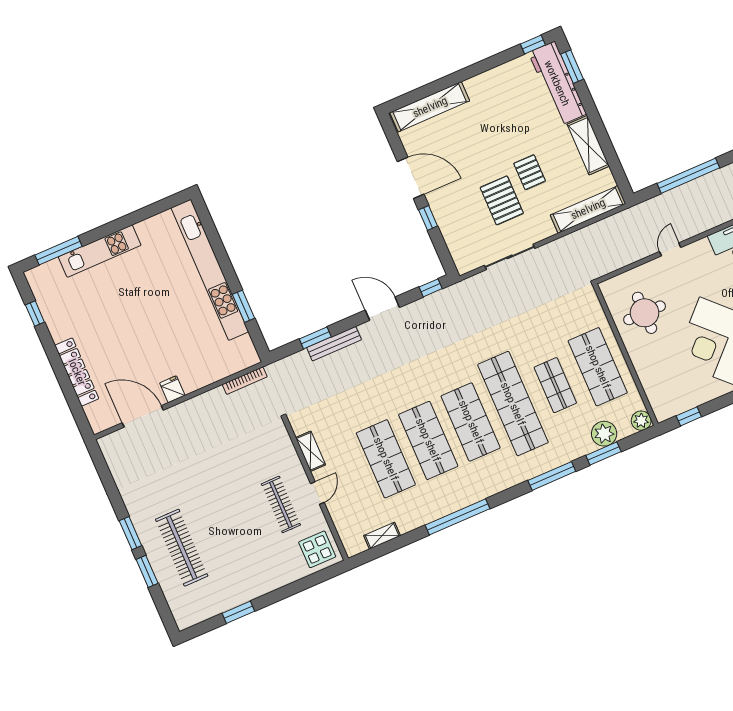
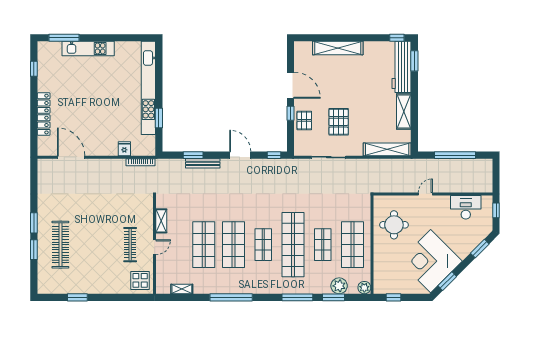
shelving: (430, 107) -> (338, 48), moved
pallet: (530, 172) -> (304, 120), moved
fridge: (172, 389) -> (124, 149), moved
shop shelf: (471, 422) -> (263, 245), width x0.70, depth x0.74

